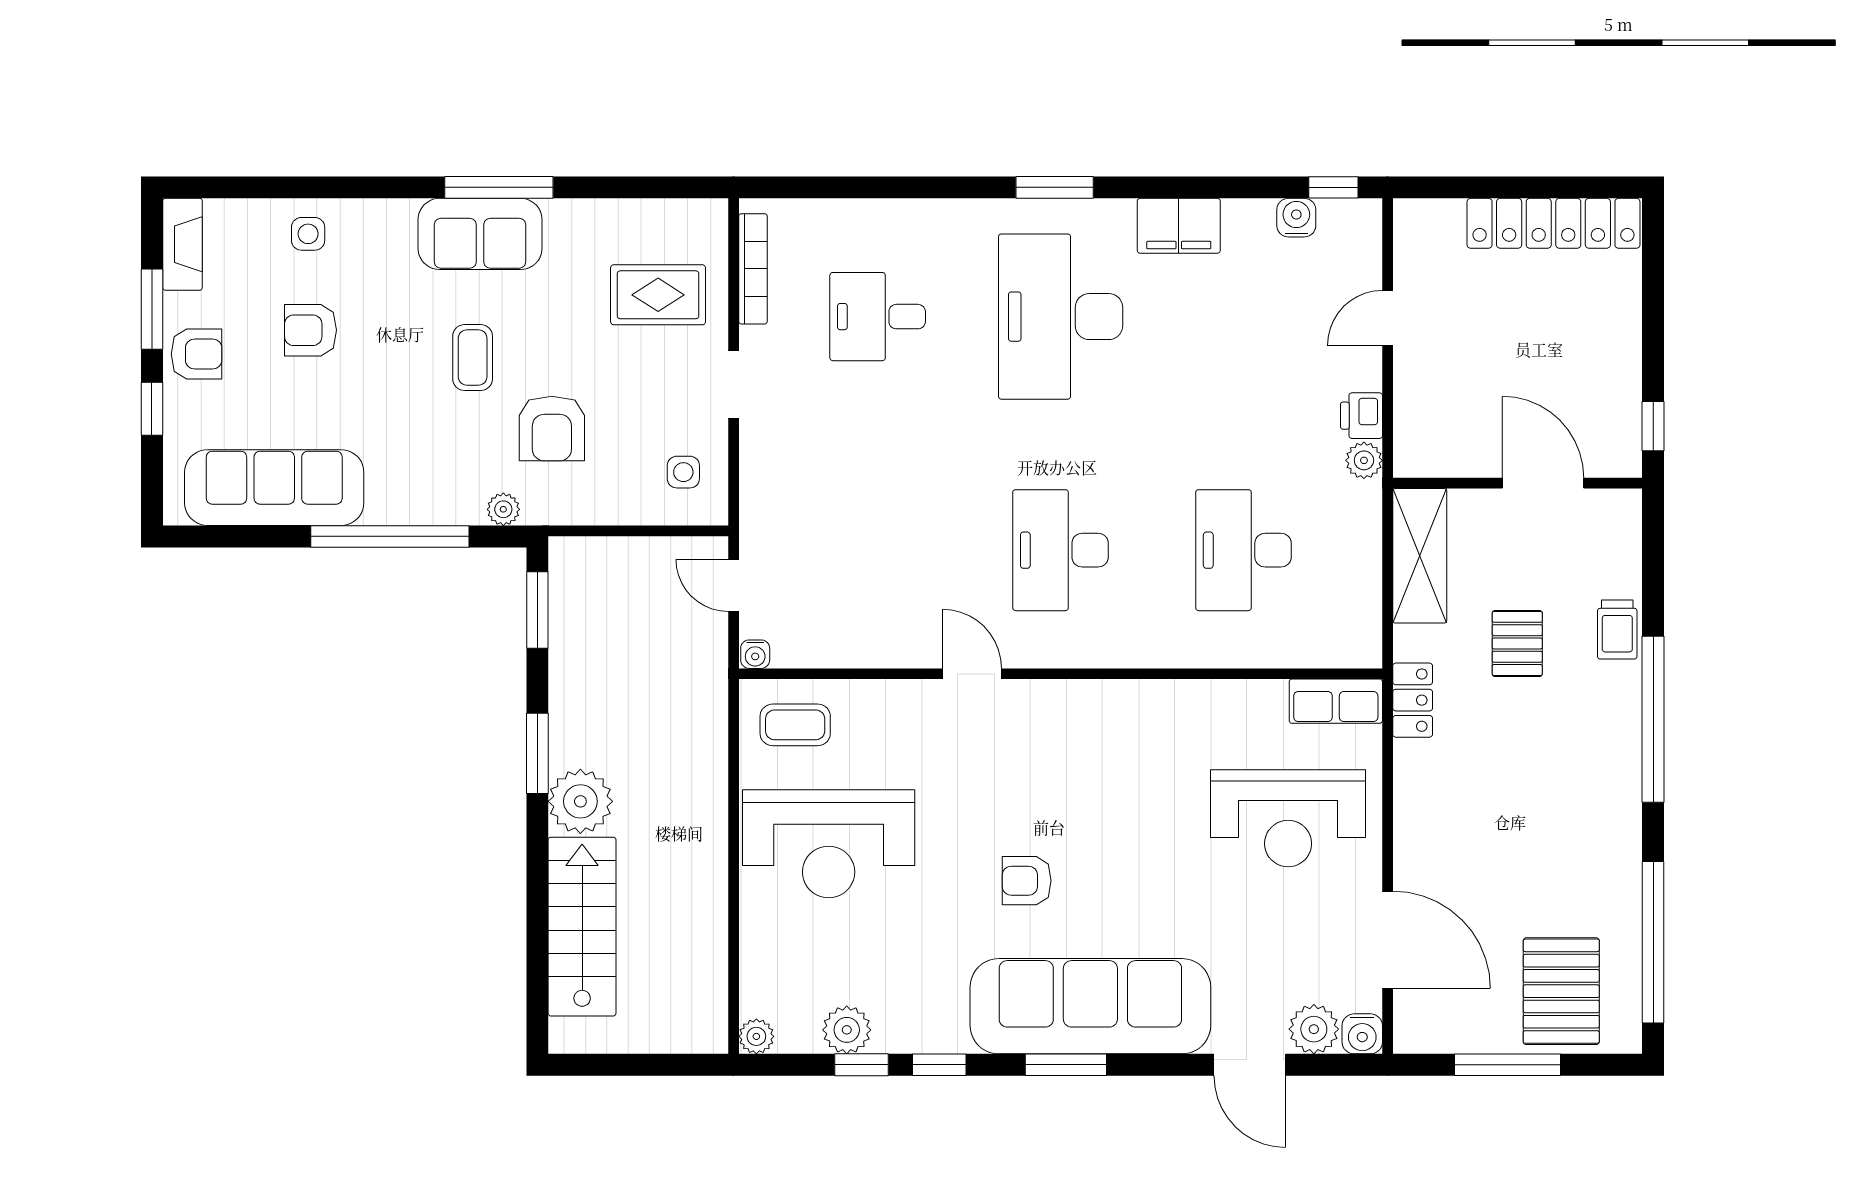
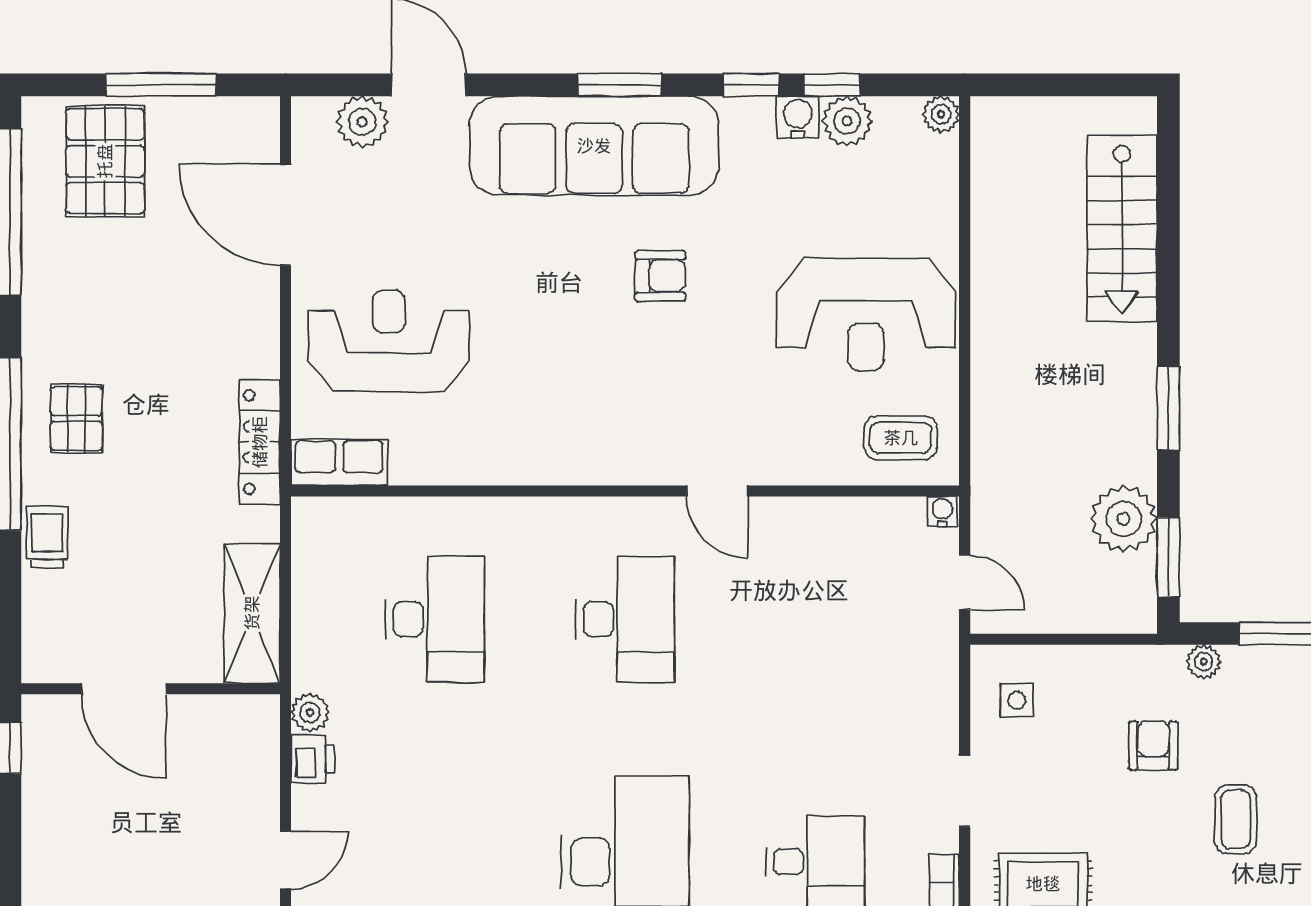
armchair: (552, 428) -> (1153, 746), width x0.72, depth x0.72
pallet: (1517, 643) -> (76, 419), moved
locker: (1413, 700) -> (260, 442), width x1.53
plant: (580, 801) -> (1124, 519), moved
reception desk: (829, 844) -> (866, 314), turned 180
water cooler: (1362, 1034) -> (798, 117), moved

